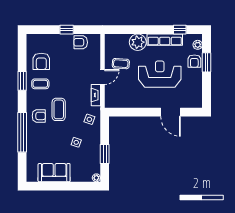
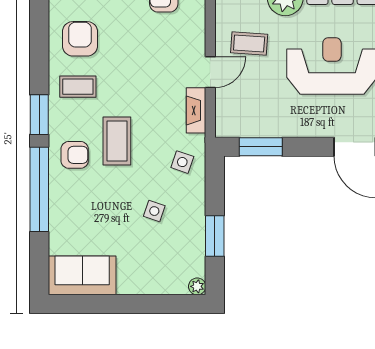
armchair: (41, 61) -> (80, 39), turned 180
window: (22, 81) -> (39, 115), moved
window: (126, 112) -> (261, 147), added
sofa: (54, 173) -> (82, 275), moved

